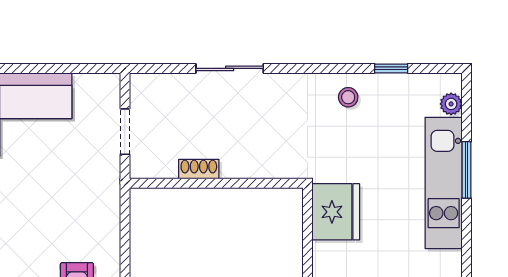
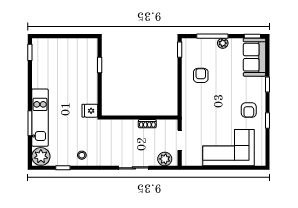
plant: (159, 89) -> (165, 159), added
plant: (451, 104) -> (41, 156), width x1.88, depth x1.88
fridge: (336, 212) -> (90, 111), width x0.53, depth x0.75

